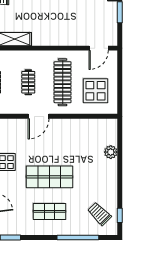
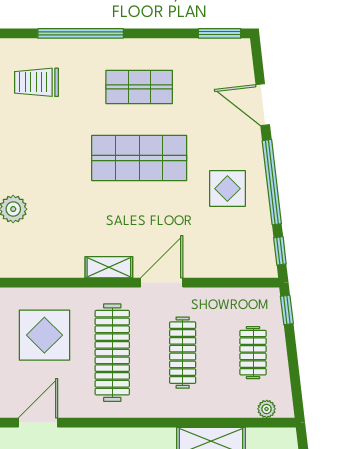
clothes rail: (28, 82) -> (183, 353), width x1.36
shelving: (64, 124) -> (109, 267), added
trolley: (99, 214) -> (36, 82), turned 135

